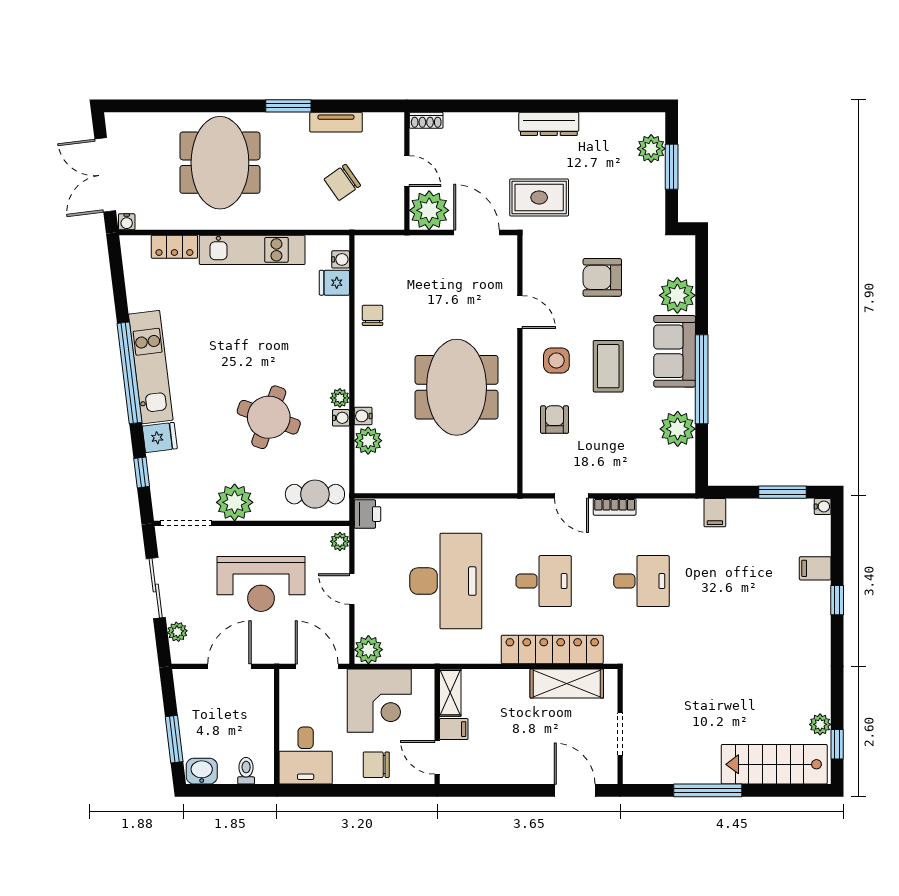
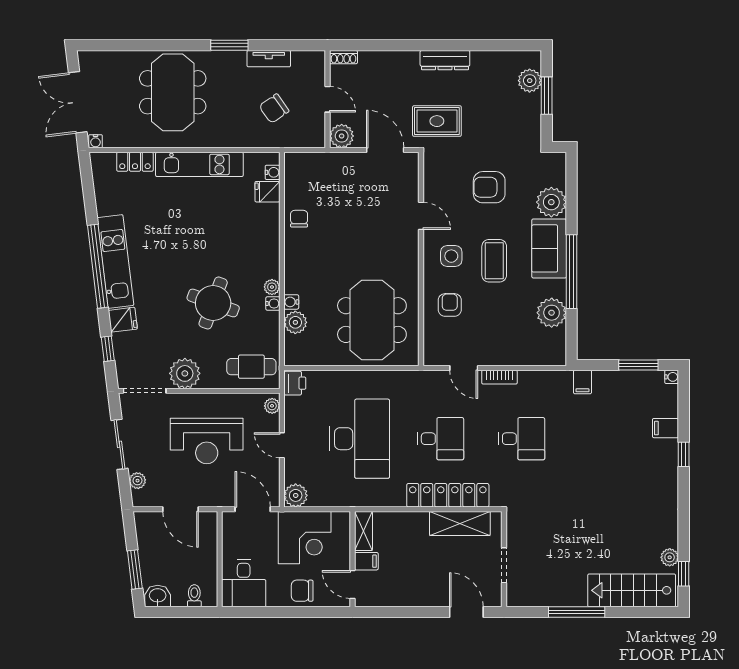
plant: (429, 210) -> (342, 136), width x0.73, depth x0.73
meeting table: (457, 387) -> (372, 320), moved
door: (229, 666) -> (181, 509), swing flipped

